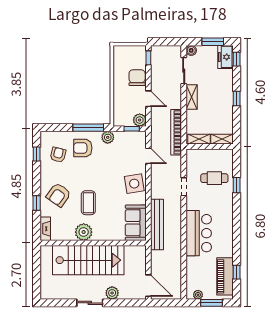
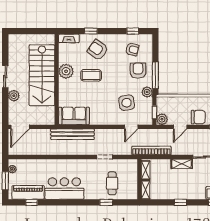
side table: (134, 184) -> (127, 103), moved
bar counter: (199, 233) -> (64, 189), moved, turned 180

